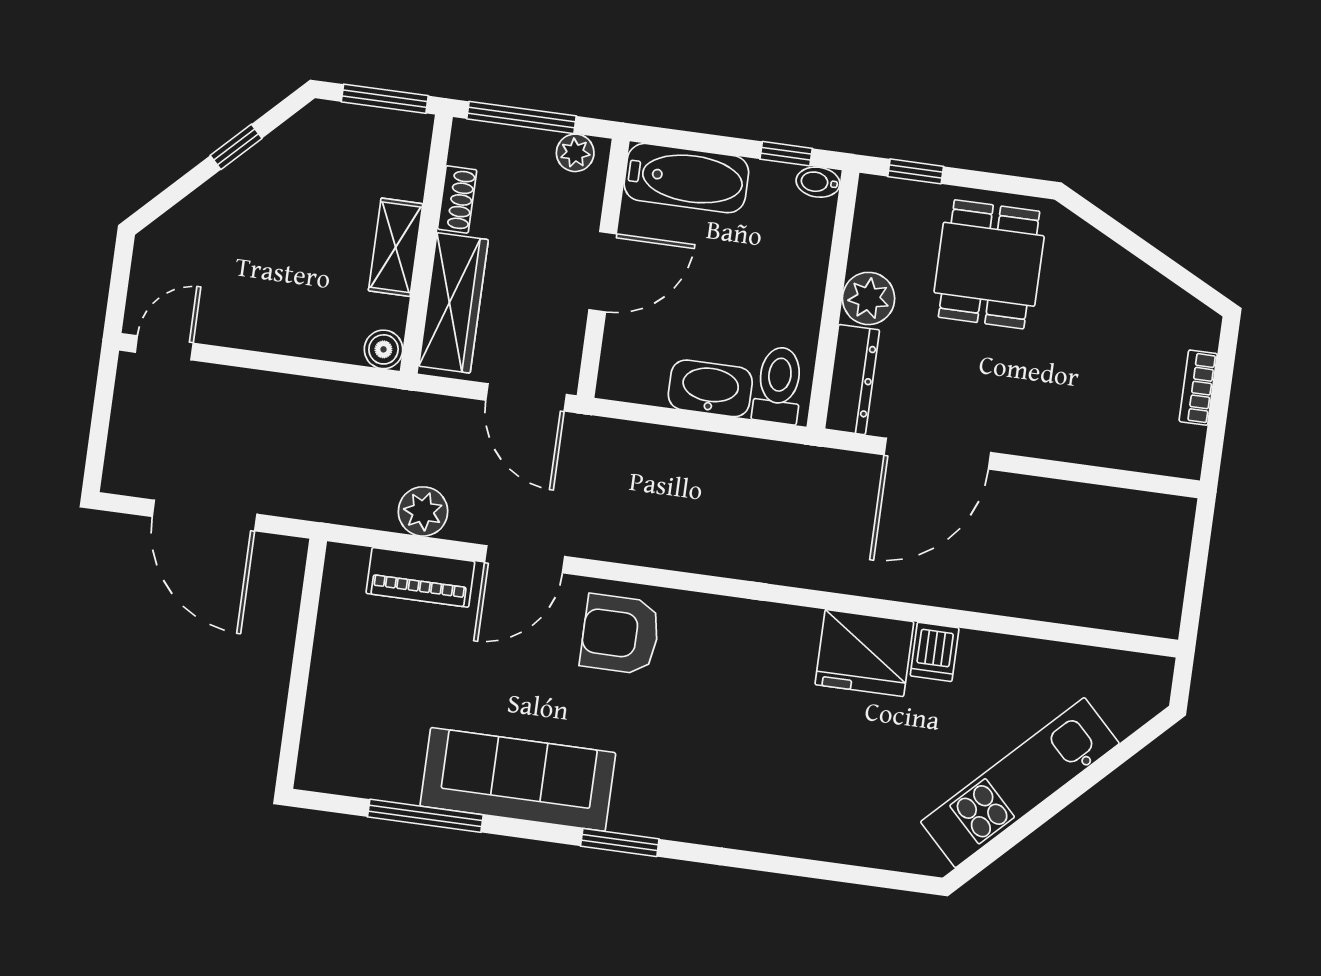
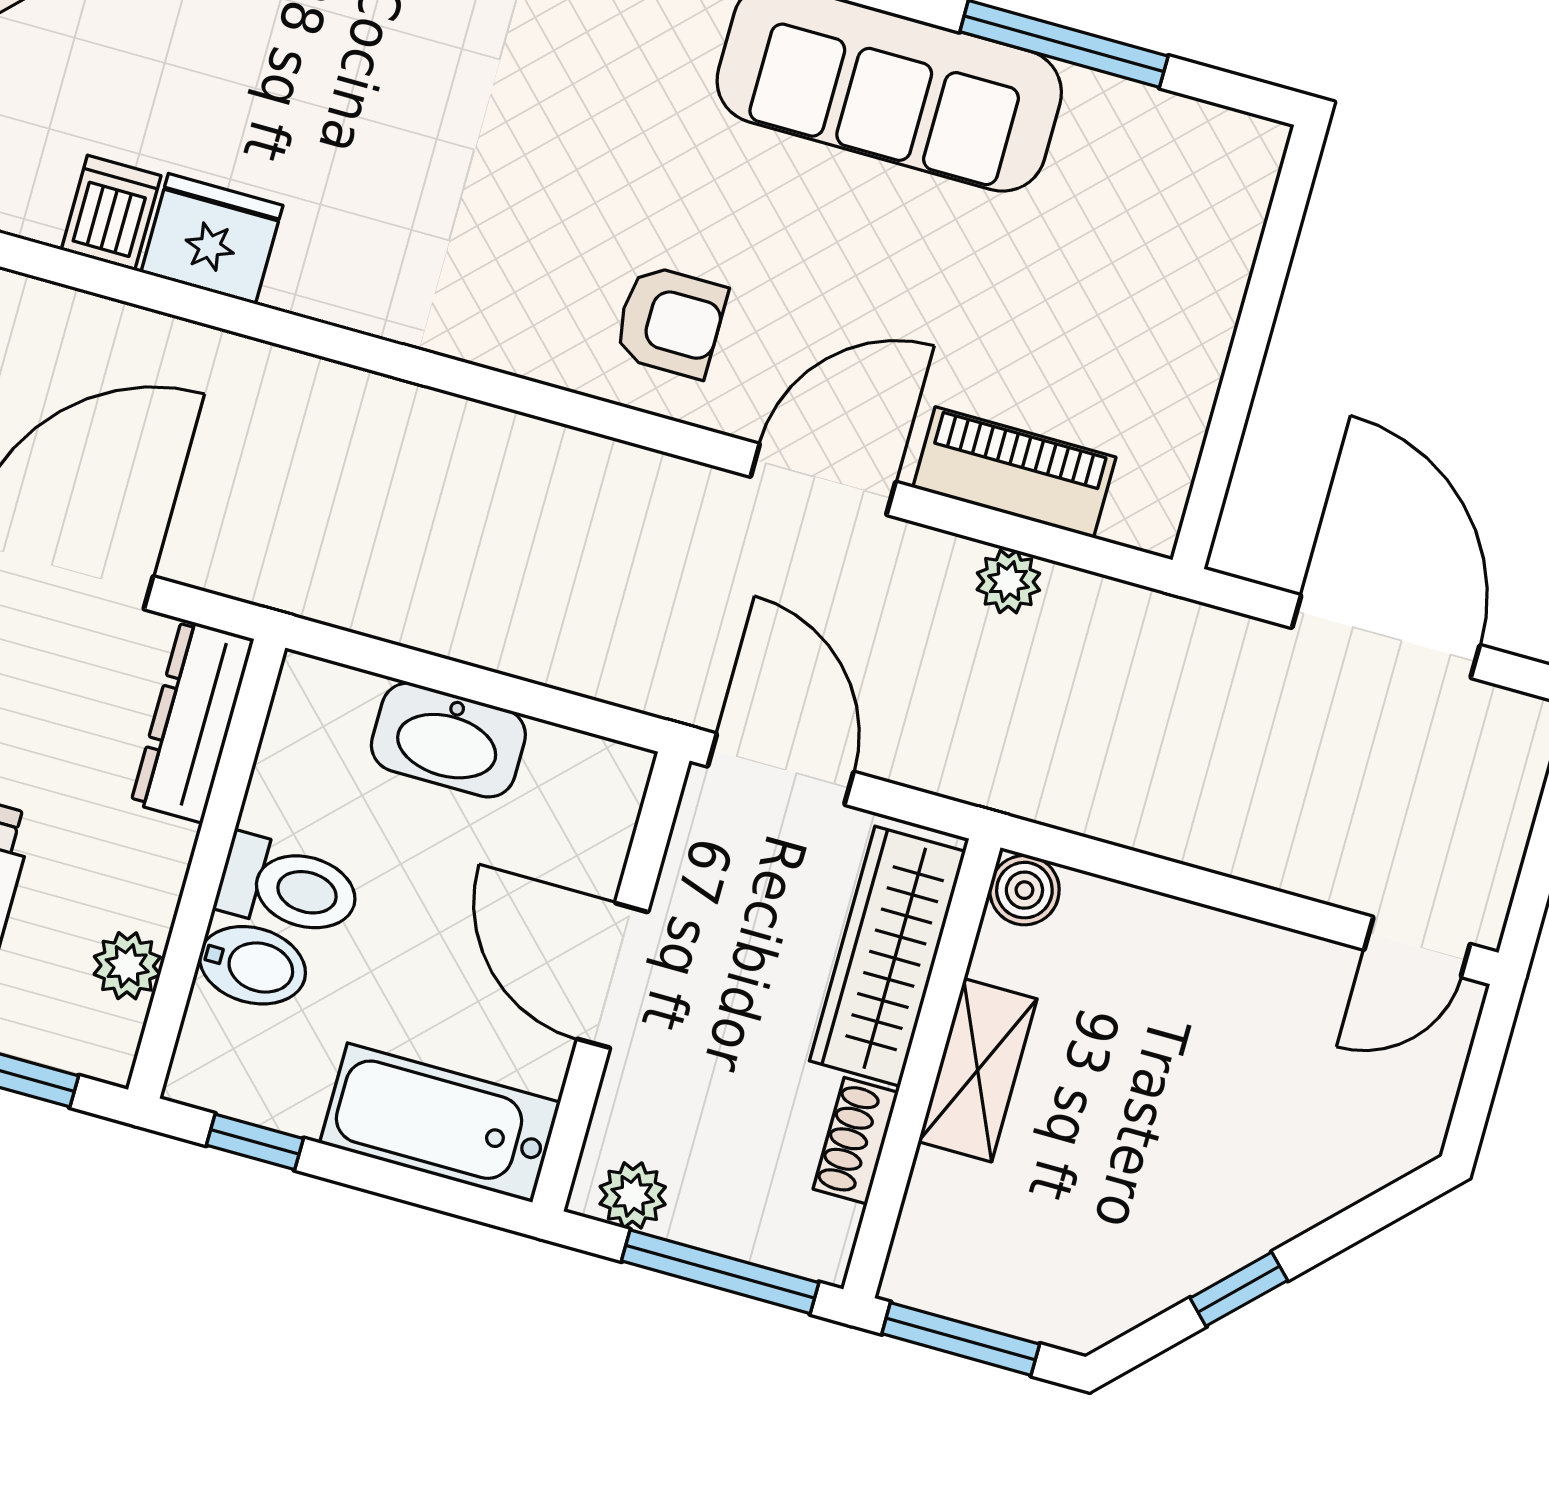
bidet: (818, 182) -> (253, 965), moved, width x1.38, depth x1.36
door: (603, 272) -> (613, 975), hinge flipped
plant: (869, 298) -> (127, 966), moved, width x0.73, depth x0.73
toilet: (779, 385) -> (289, 887), moved, turned -90
plant: (423, 511) -> (1008, 582), width x0.73, depth x0.73
armchair: (620, 634) -> (670, 321), width x0.72, depth x0.72
fridge: (864, 653) -> (212, 239), width x0.73, depth x0.75

